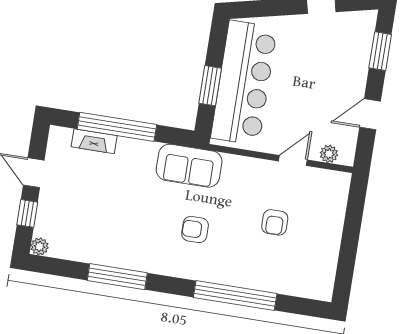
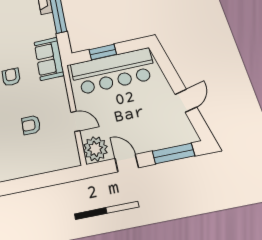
window: (380, 51) -> (173, 154), width x1.44
plant: (329, 154) -> (95, 149), width x1.87, depth x1.87

